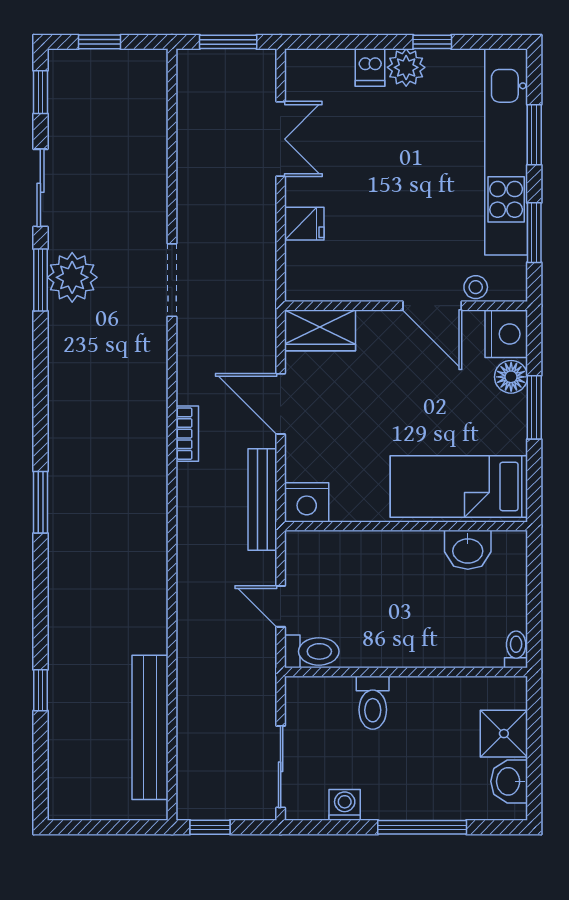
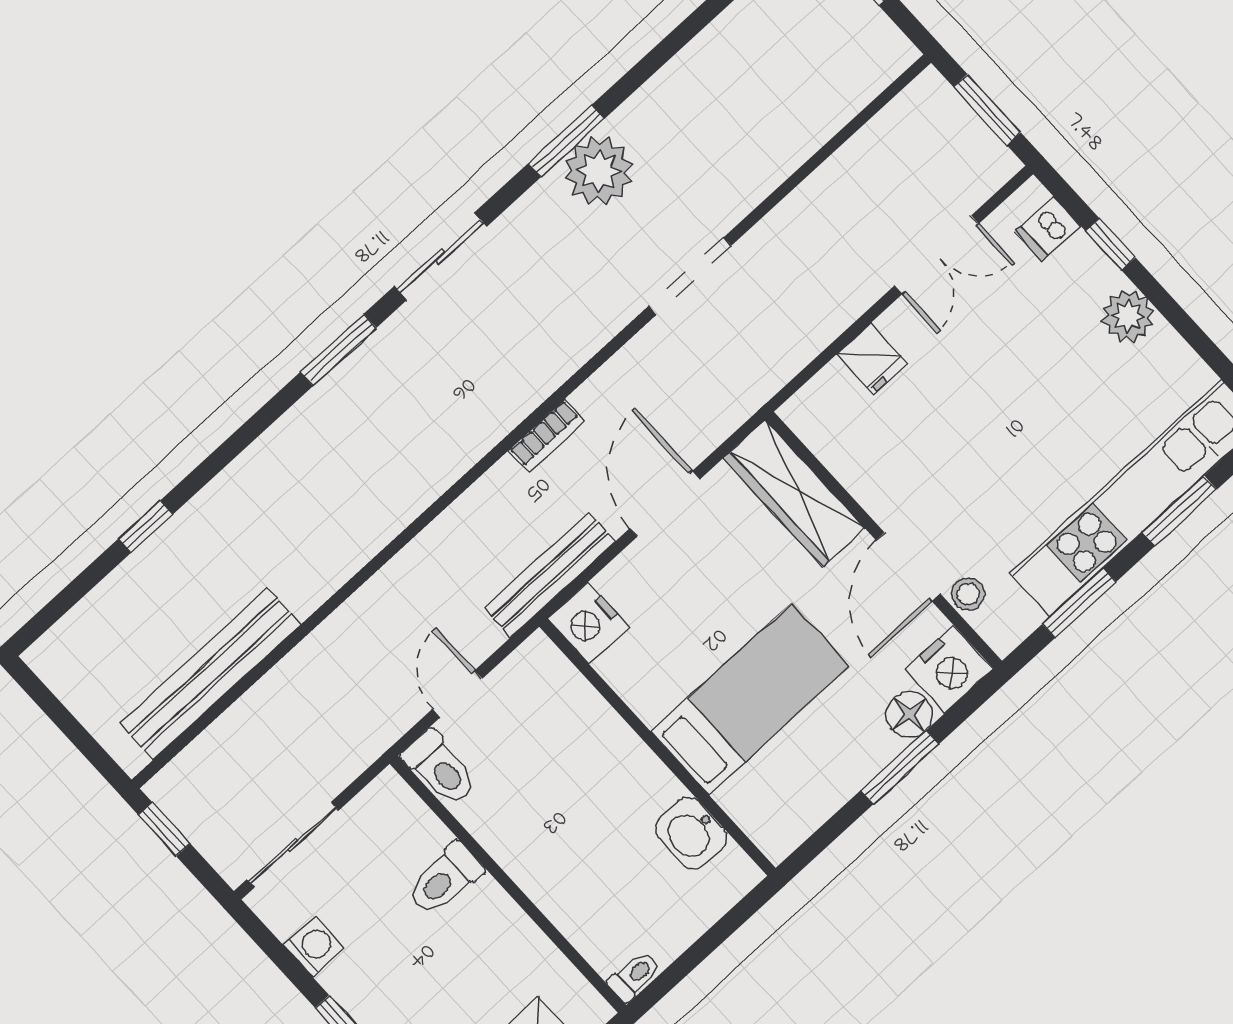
window: (432, 42) -> (1110, 244), moved
dishwasher: (370, 68) -> (1048, 229), moved
sliding door: (40, 188) -> (440, 256), moved
wardrobe: (320, 330) -> (794, 493), width x1.50
bed: (459, 486) -> (750, 699), moved, turned 90

